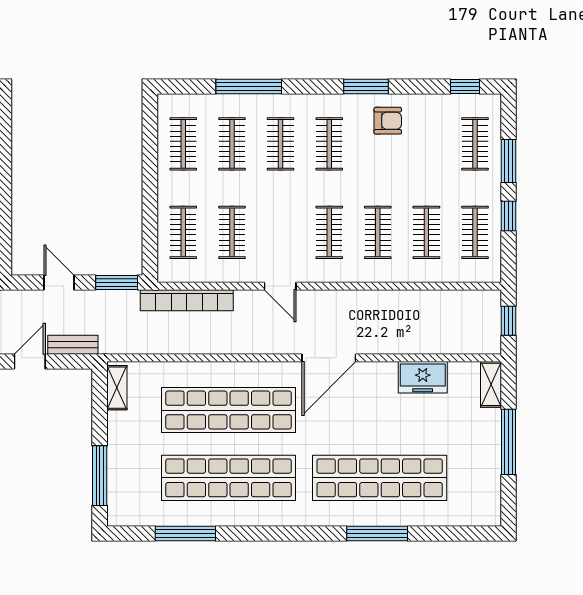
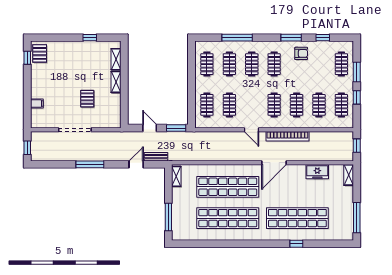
window: (465, 87) -> (323, 38), moved
bookcase: (187, 300) -> (287, 136), moved
window: (508, 442) -> (357, 218), moved
window: (185, 534) -> (208, 244), removed
window: (377, 534) -> (296, 244), width x0.46

